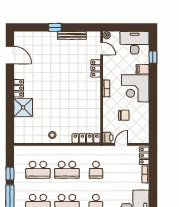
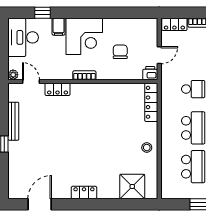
door: (102, 49) -> (31, 81), hinge flipped
shower: (23, 108) -> (132, 186), moved
door: (121, 144) -> (159, 55), swing flipped

